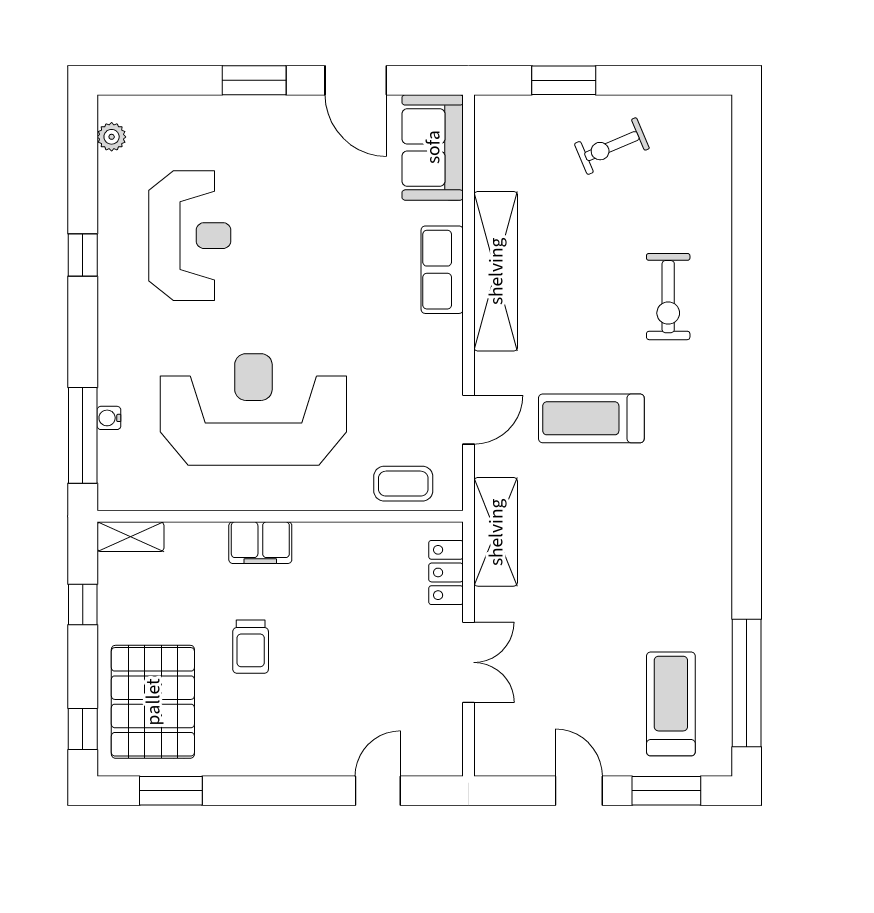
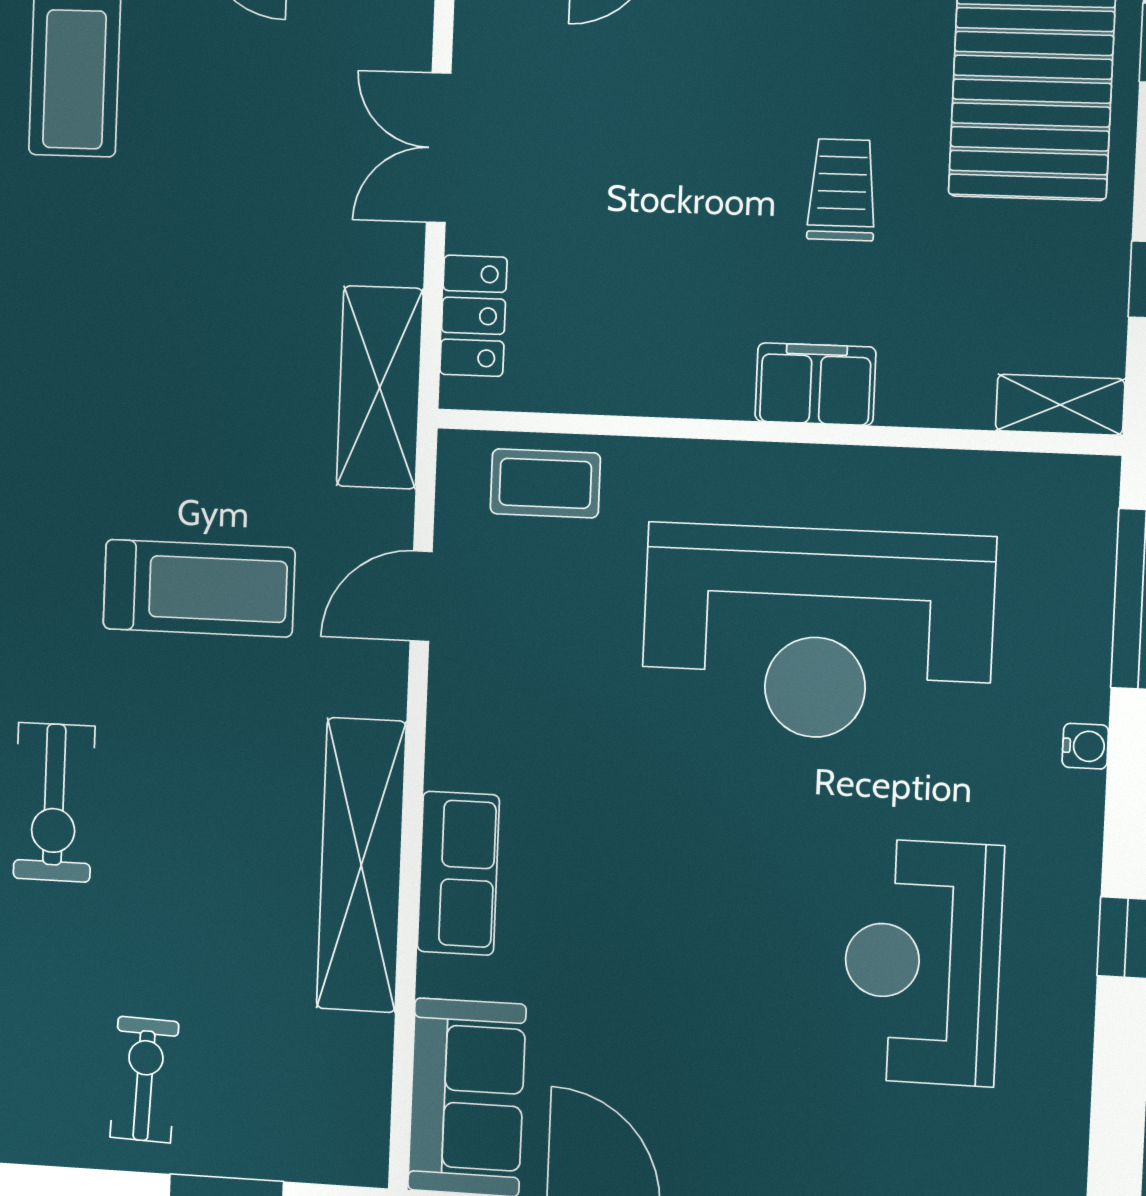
plant: (112, 137) -> (1061, 1154), removed
exercise bike: (612, 146) -> (144, 1080), turned -65
exercise bike: (668, 297) -> (54, 802), turned 180
water cooler: (109, 418) -> (1085, 746), moved

